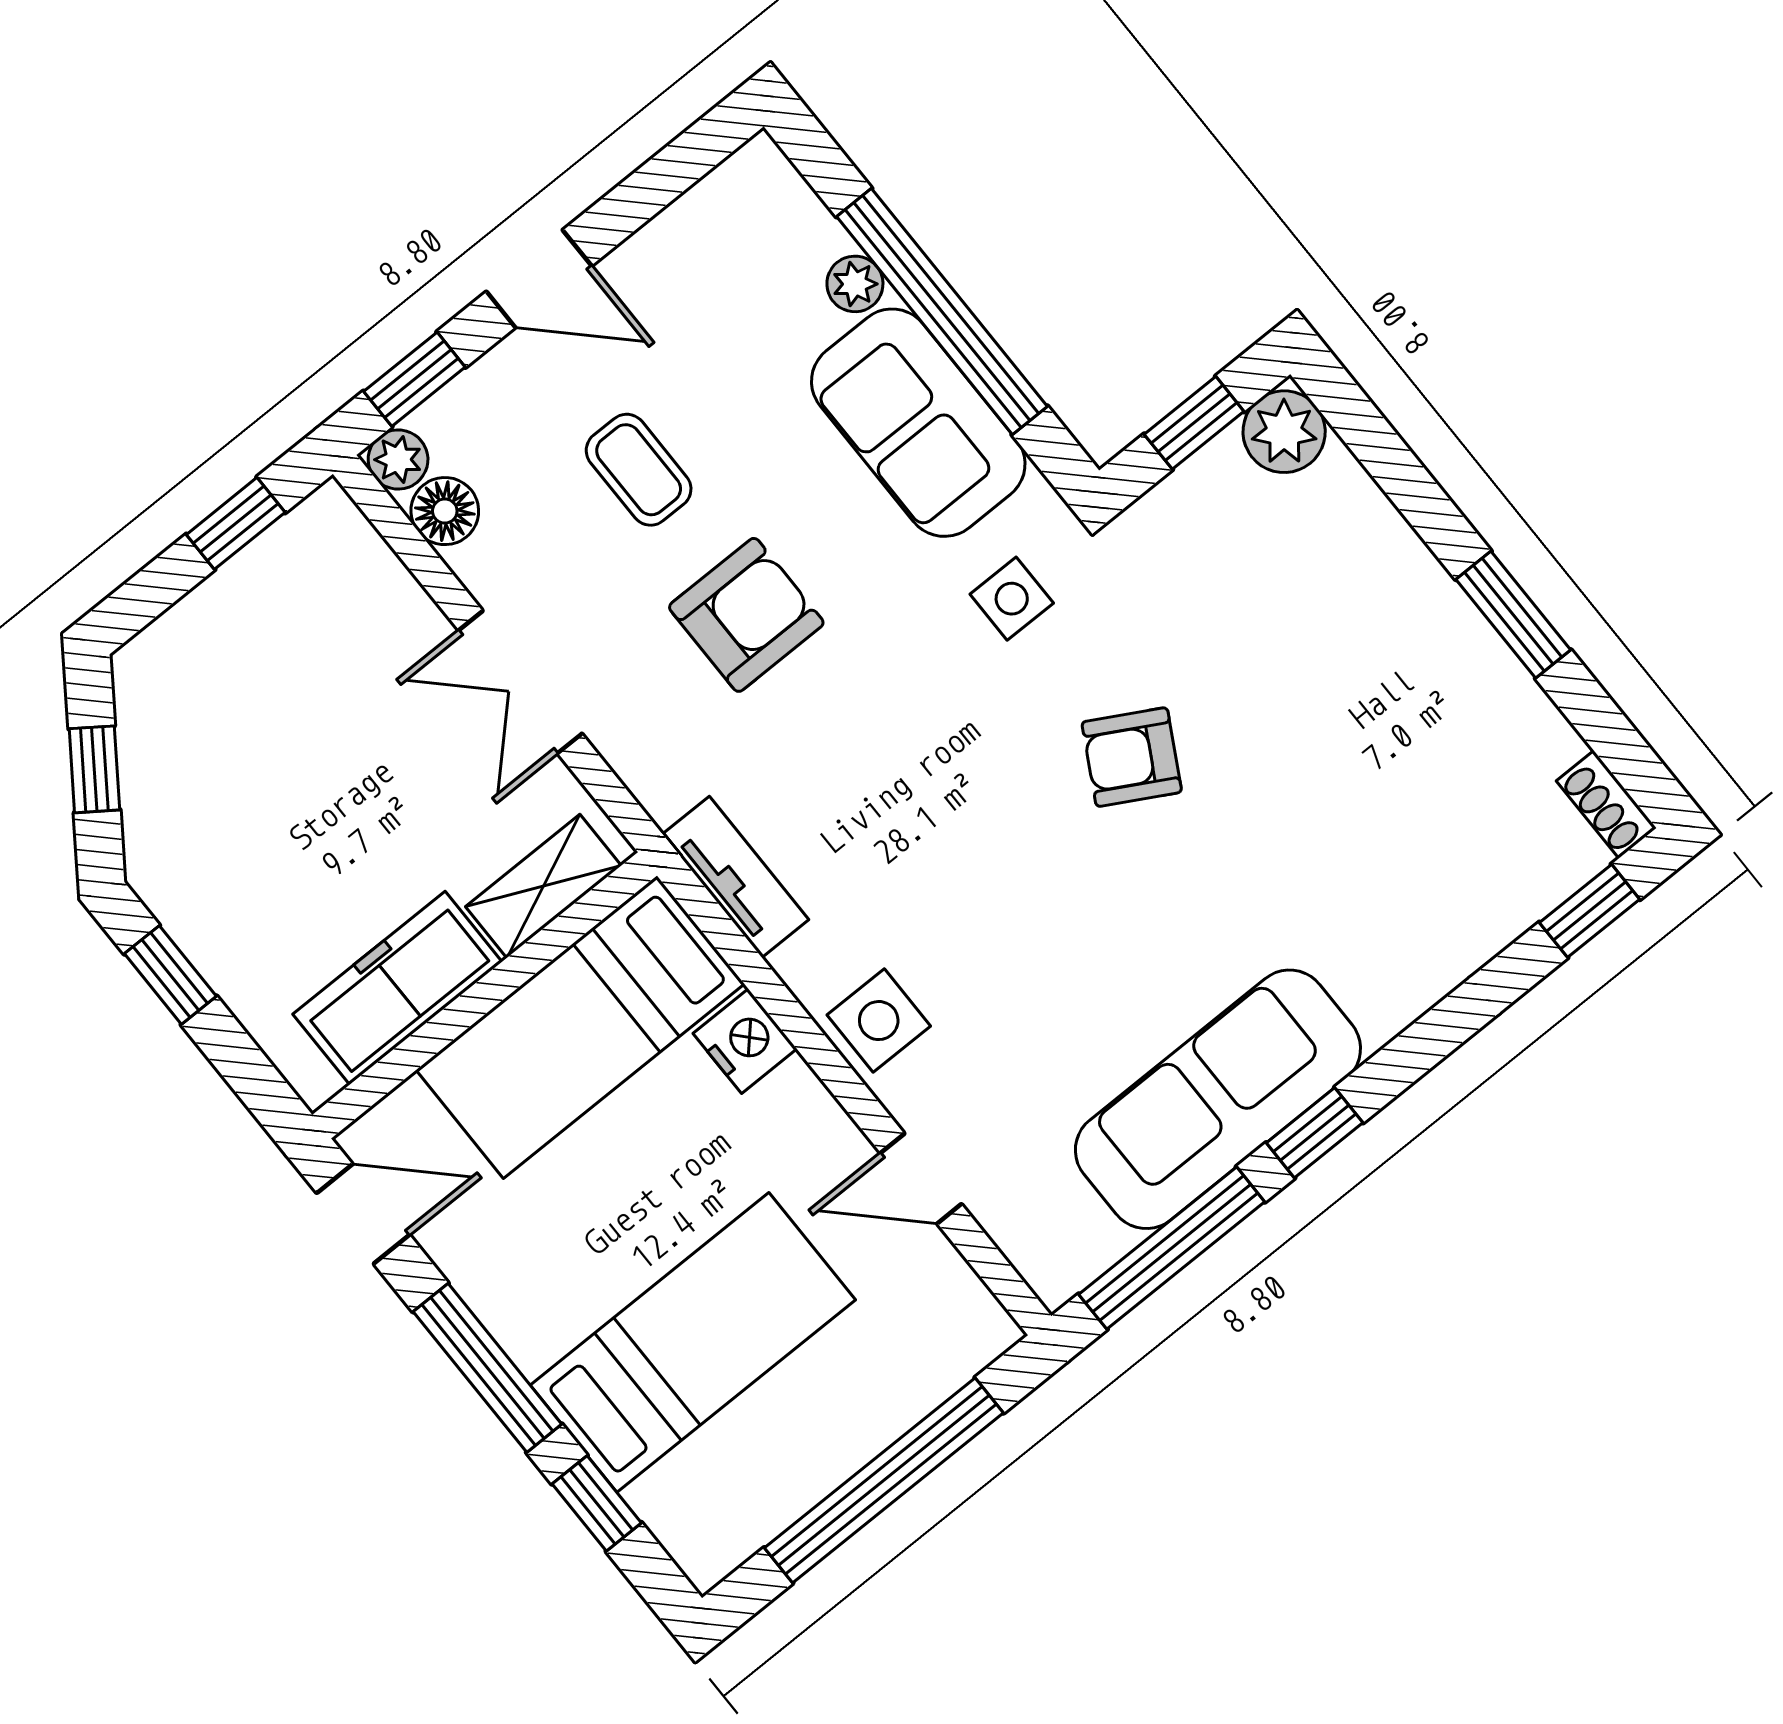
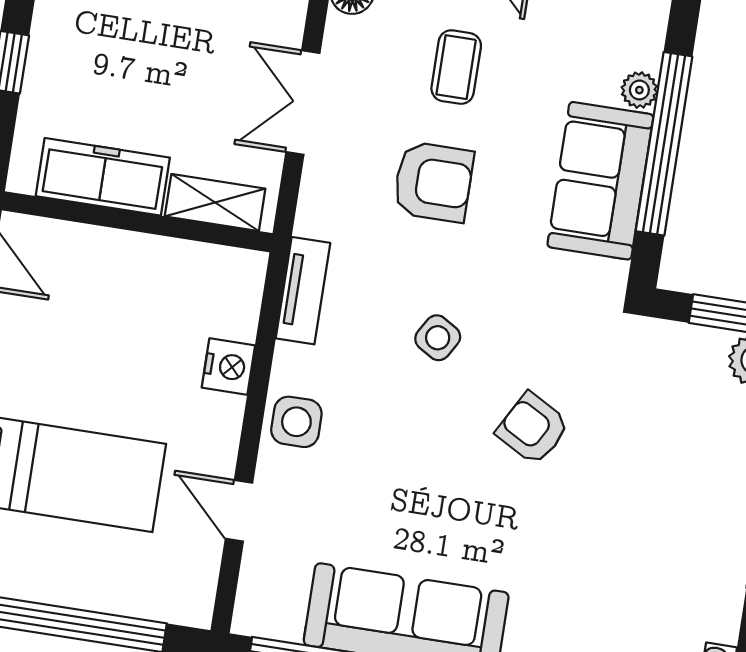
side table: (1012, 599) -> (438, 338), moved, turned 31
bed: (580, 1027) -> (163, 281), removed

